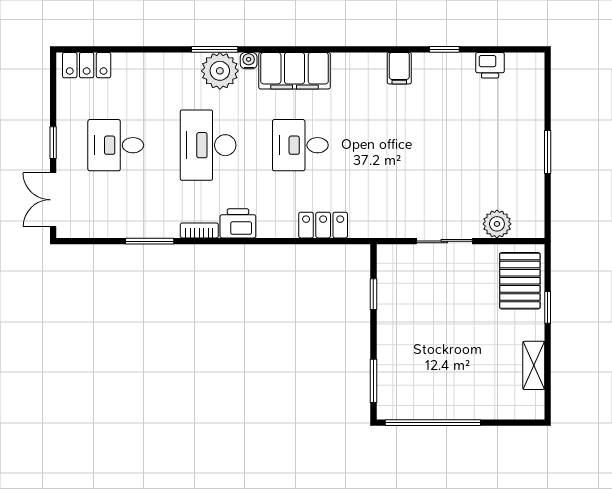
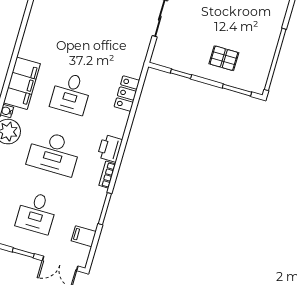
filing cabinet: (399, 68) -> (84, 236), moved, turned 180
pallet: (413, 349) -> (224, 58), added

